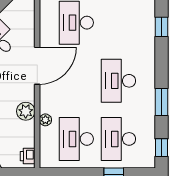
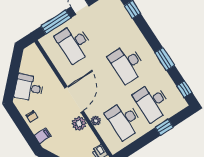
door: (37, 66) -> (74, 100), moved

